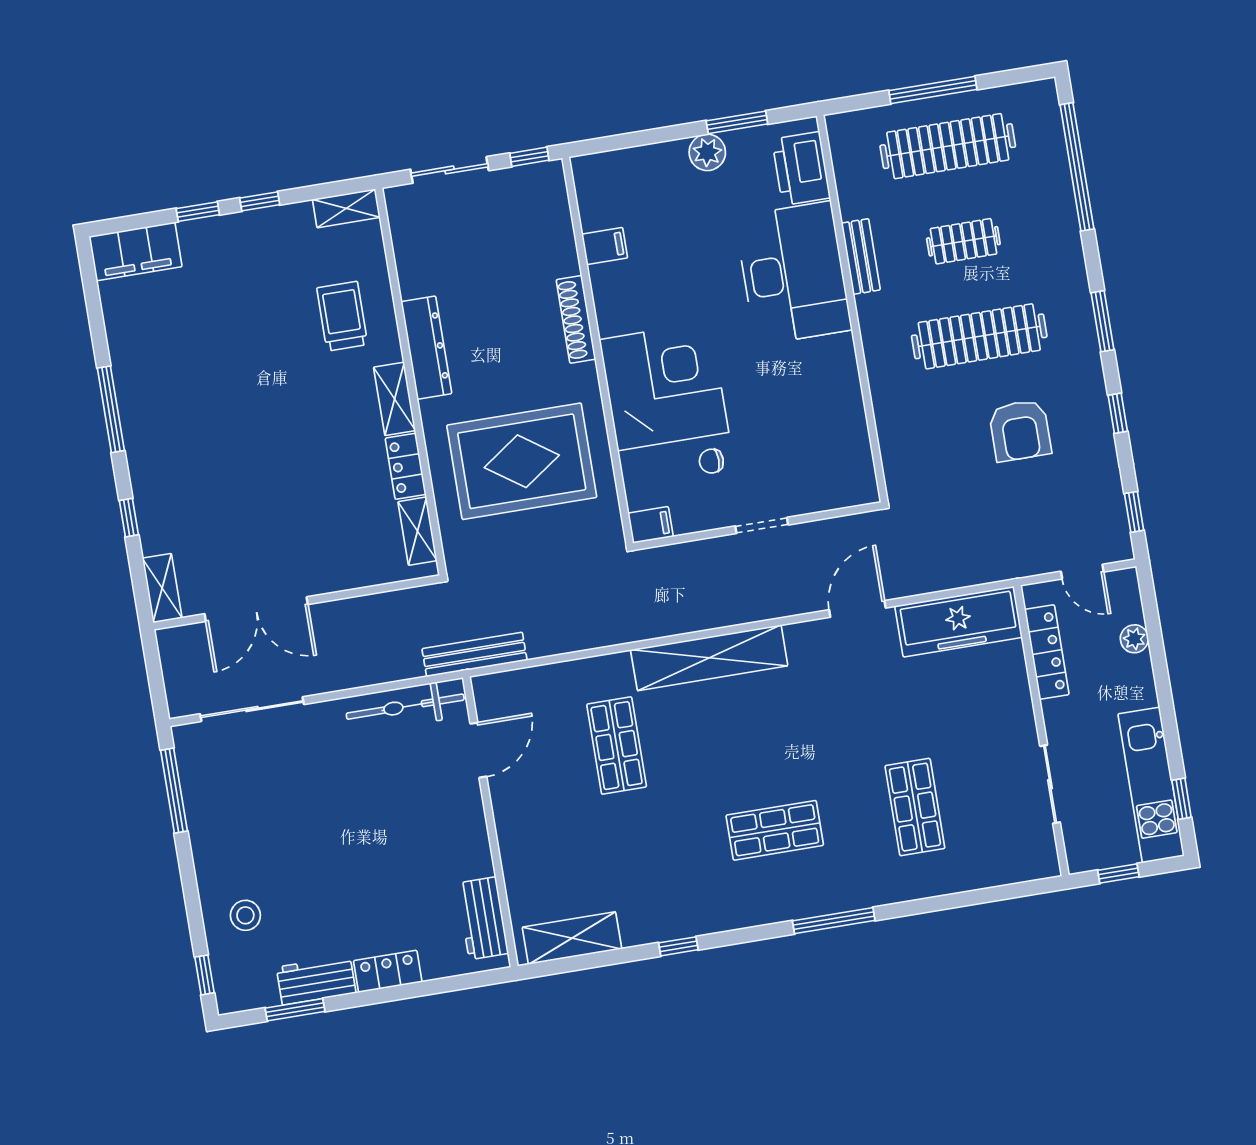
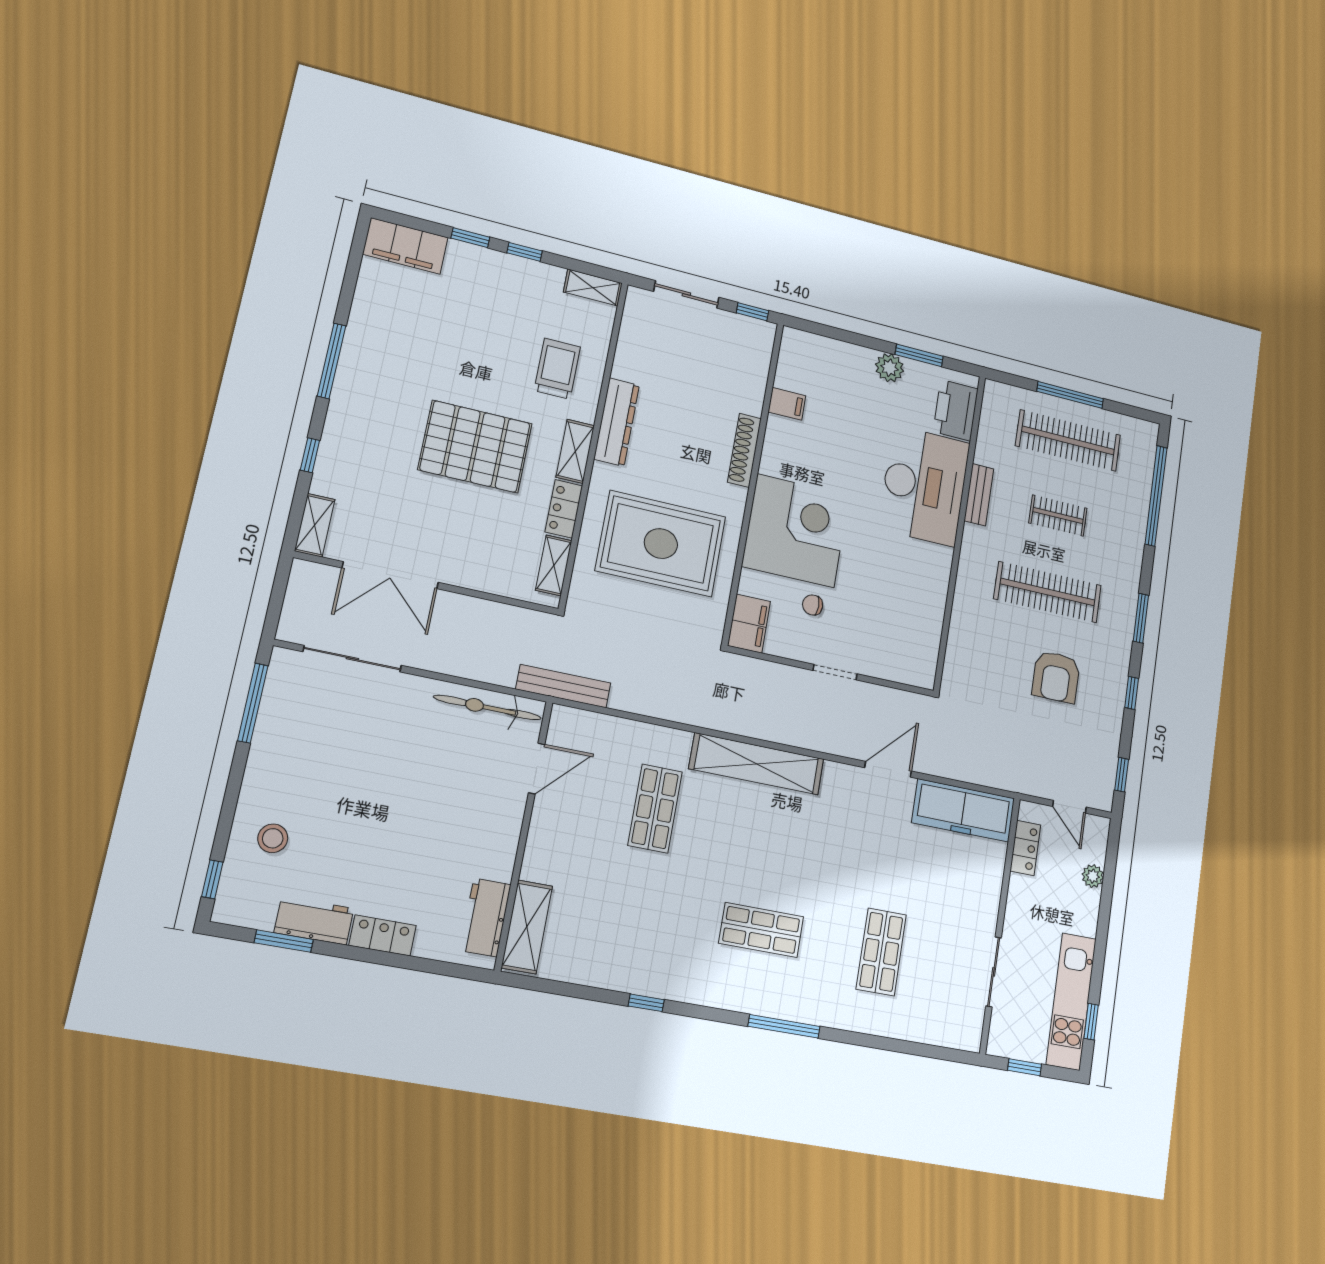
pallet: (289, 438) -> (475, 447), added
filing cabinet: (651, 525) -> (749, 624), width x2.00
locker: (1047, 652) -> (1025, 848), width x0.66
shelving: (572, 938) -> (527, 927), moved, turned 90

